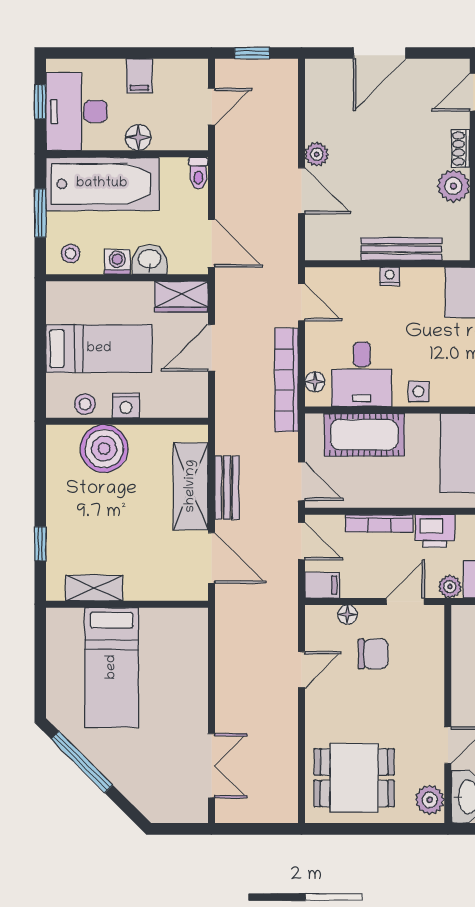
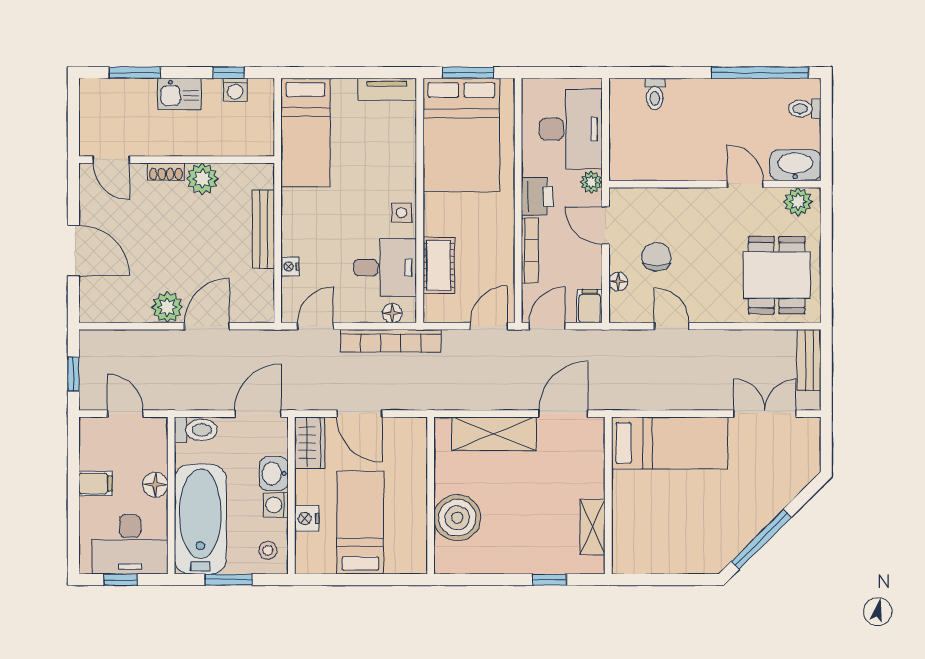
plant: (317, 154) -> (167, 307), width x1.38, depth x1.38
toilet: (198, 173) -> (196, 430), width x1.37, depth x1.39
nightstand: (390, 276) -> (290, 267), moved
stool: (85, 404) -> (414, 536), removed
nightstand: (126, 405) -> (307, 518), moved, turned 180
cot: (364, 435) -> (438, 265), width x0.73, depth x0.75
bench: (227, 488) -> (809, 360), moved, turned 90
bed: (112, 667) -> (670, 443), moved

